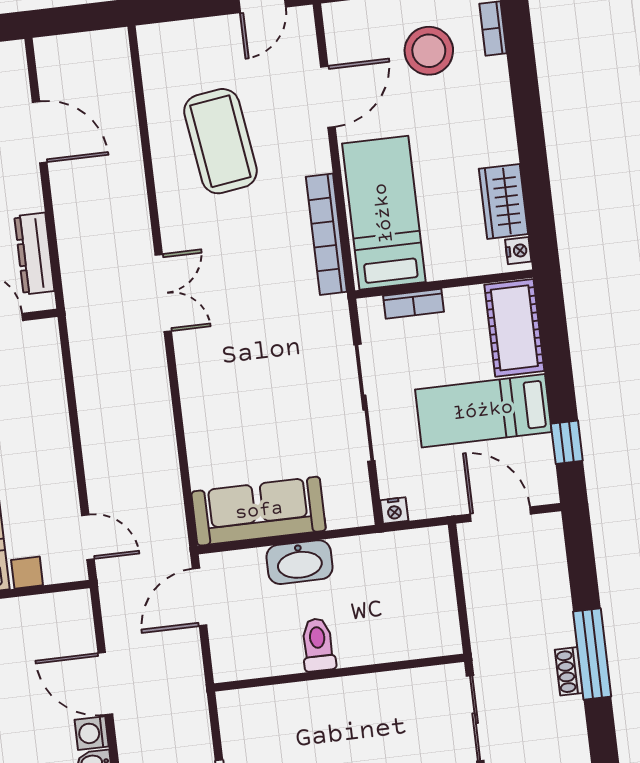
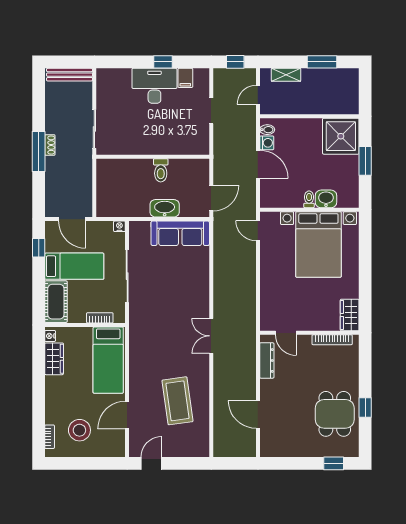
bookcase: (326, 234) -> (135, 354), removed

